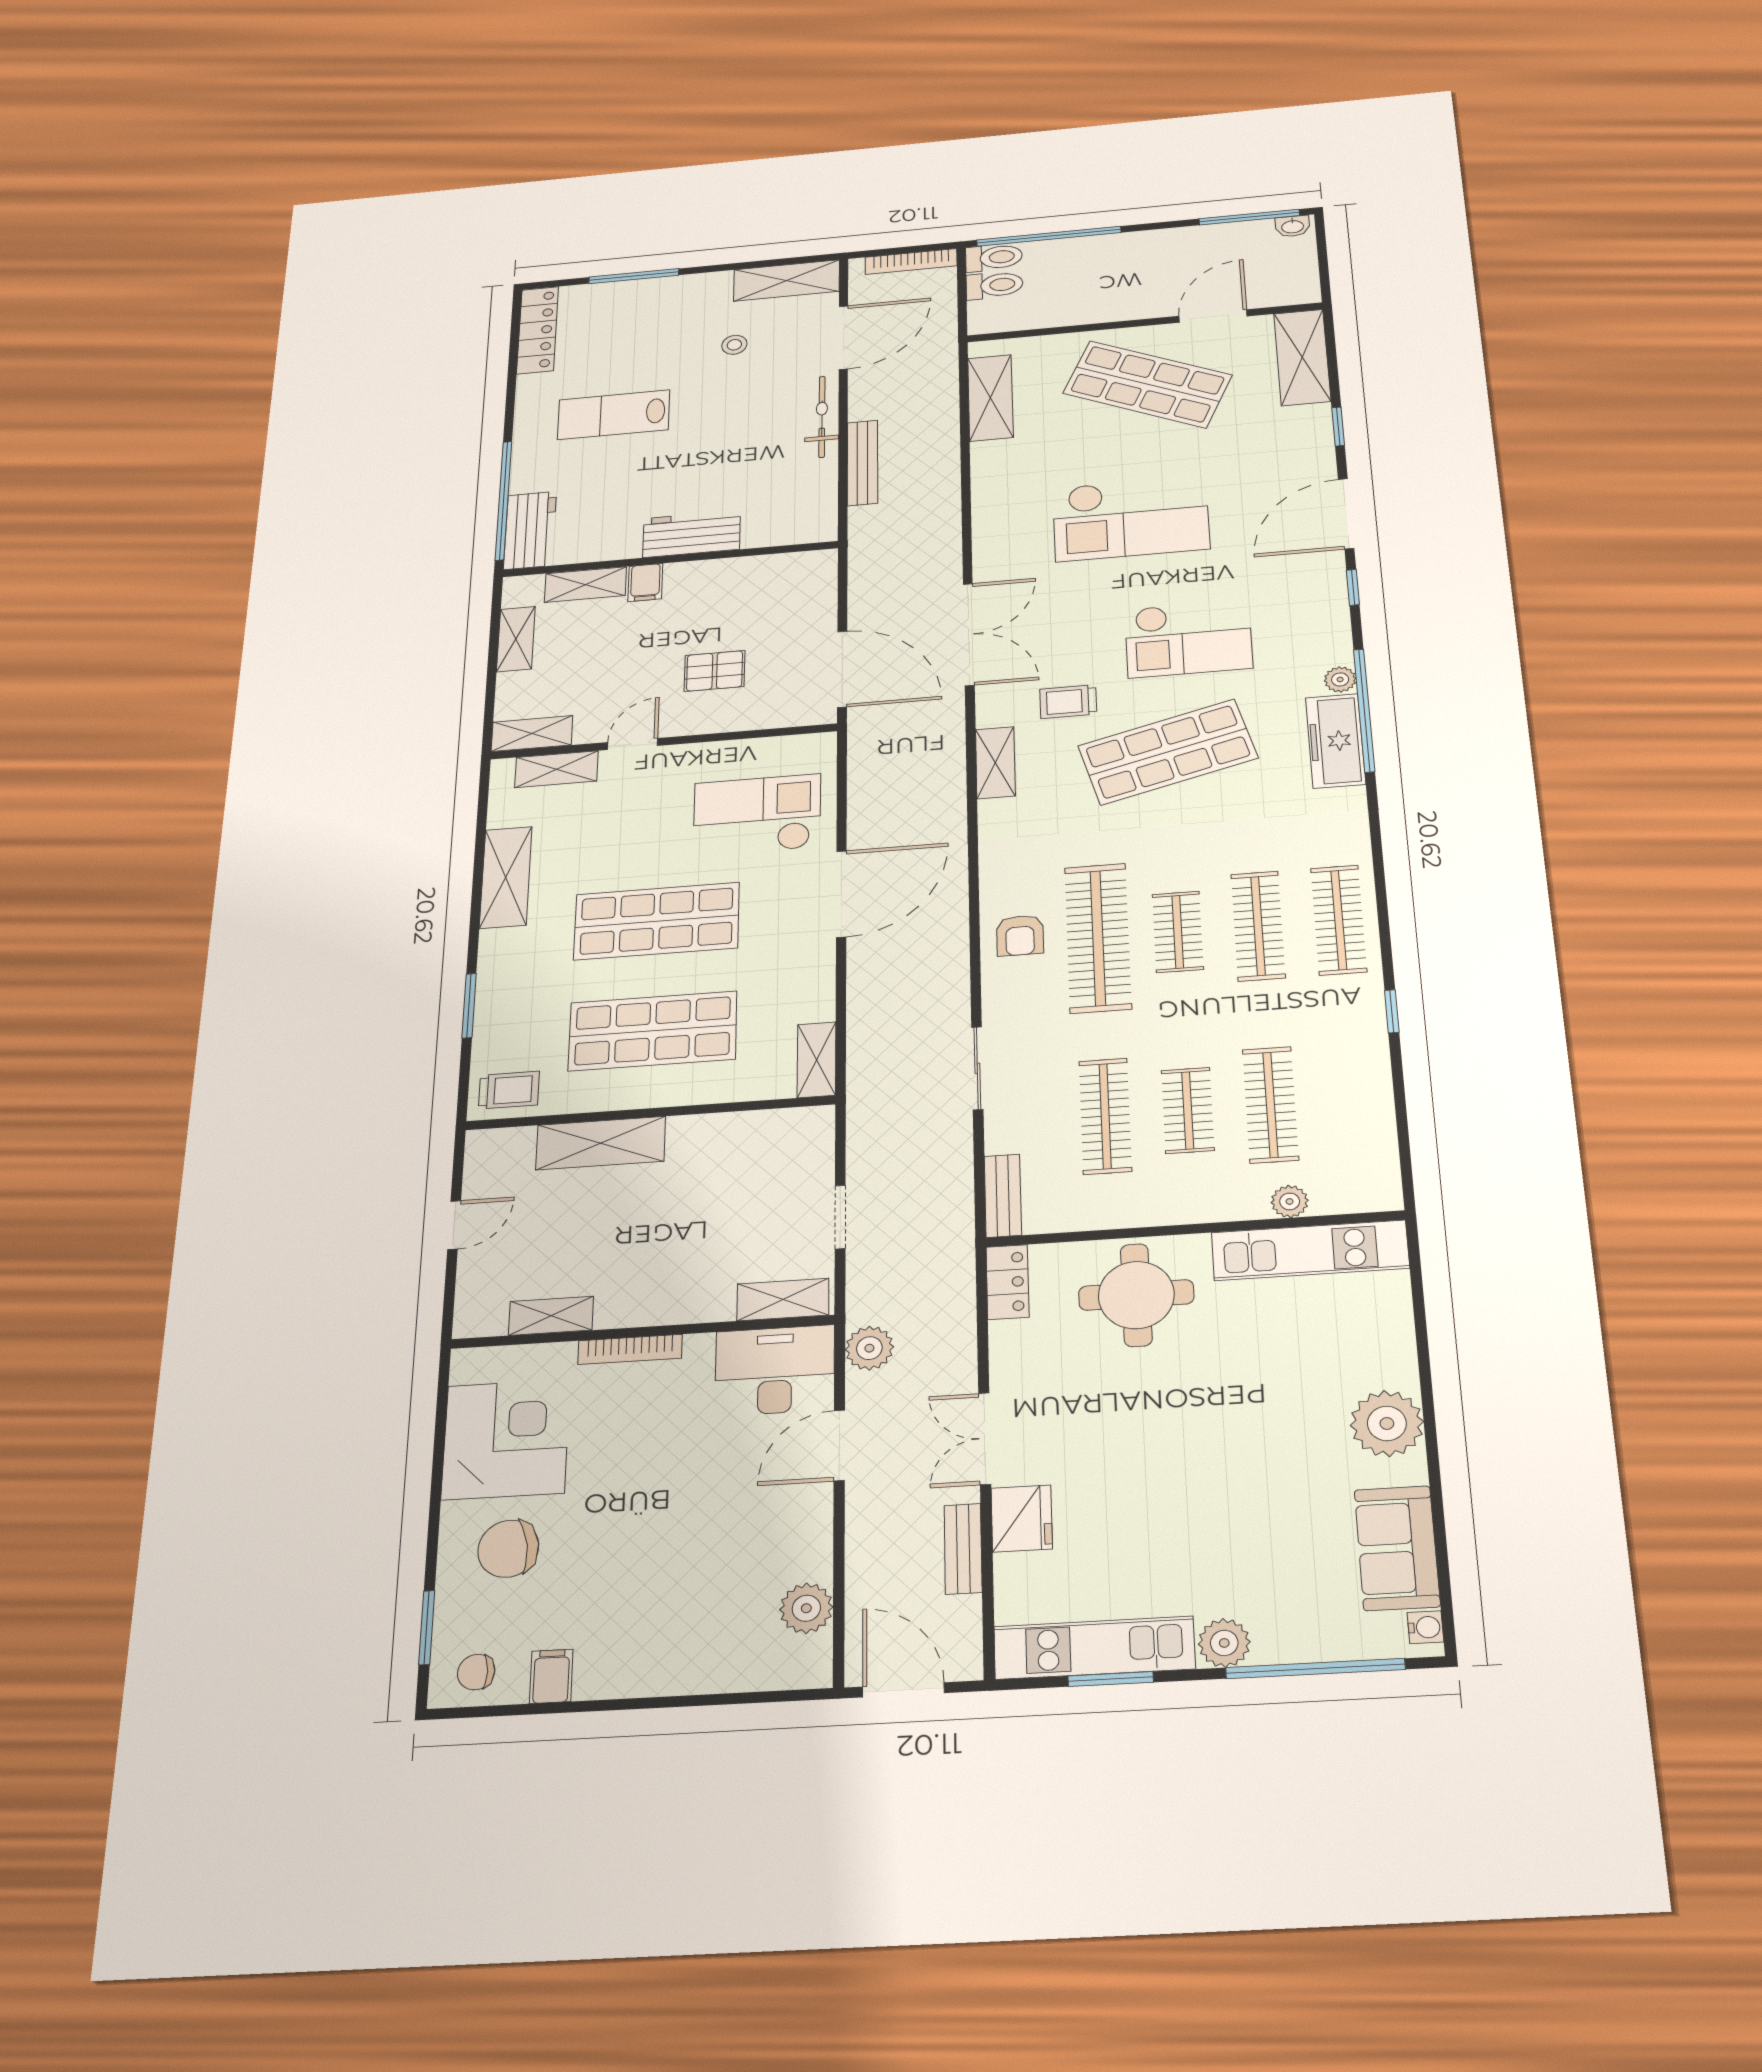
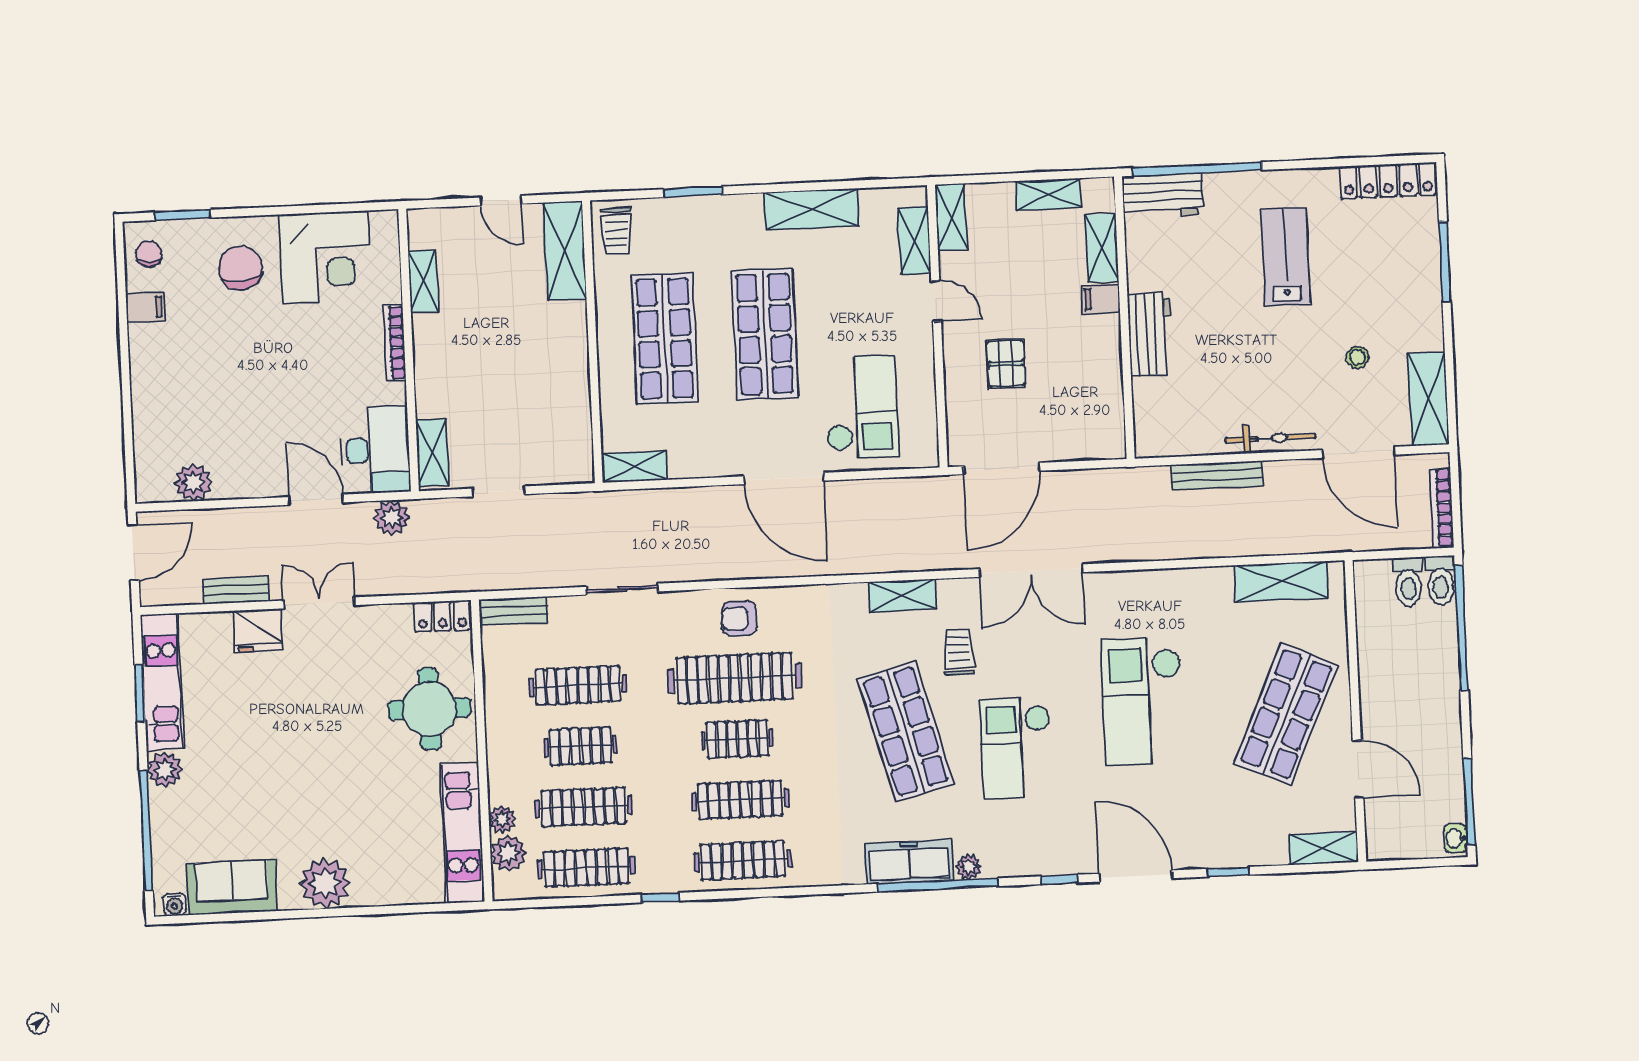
shelving: (1302, 357) -> (1323, 848), width x0.67, depth x0.75
clothes rail: (1354, 1099) -> (586, 868), added
shelving: (601, 1143) -> (565, 251), moved
plant: (1337, 1193) -> (508, 853), added

